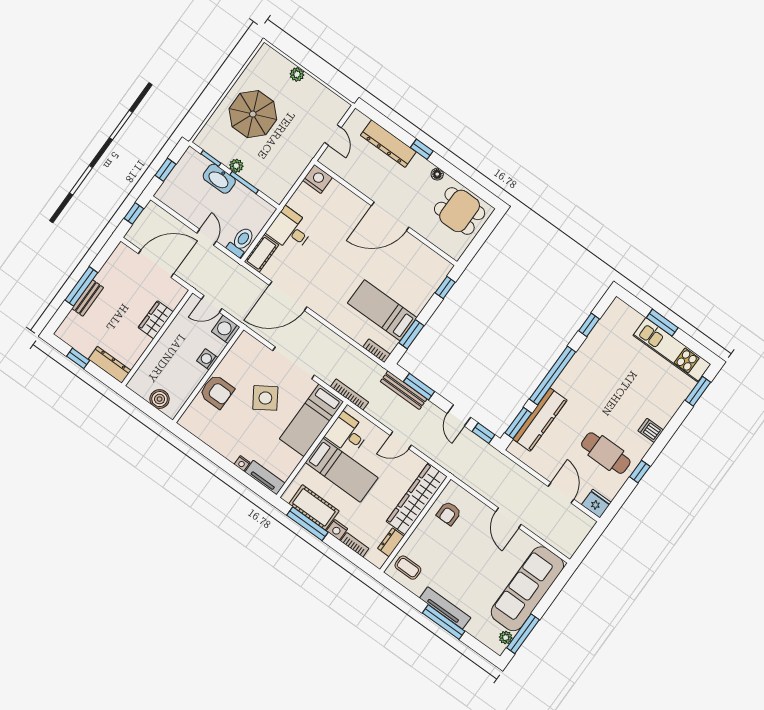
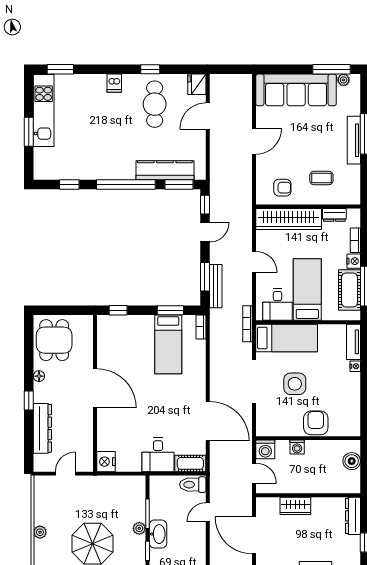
side table: (265, 398) -> (295, 384), turned 33
coffee table: (408, 568) -> (321, 178), moved, turned 90

